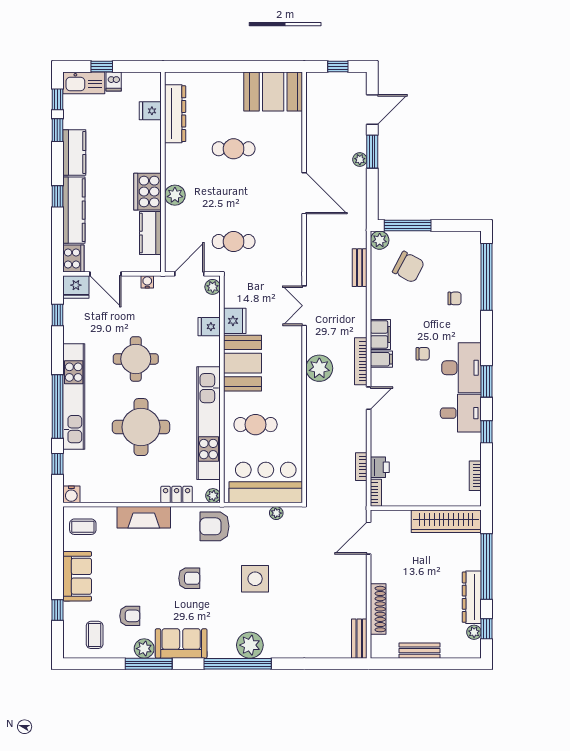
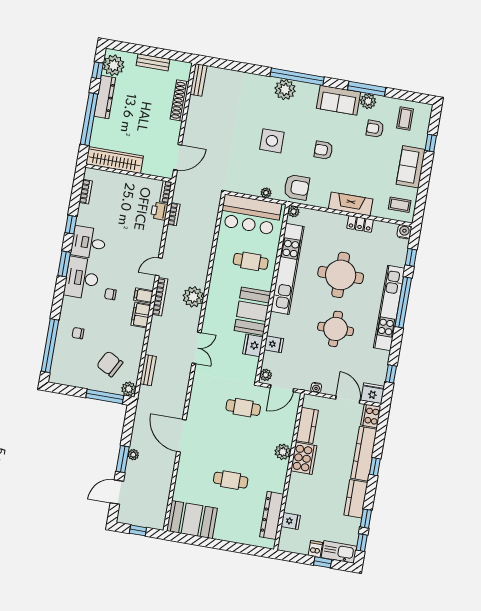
locker: (177, 494) -> (360, 224), moved
plant: (276, 513) -> (266, 193), moved
plant: (474, 632) -> (114, 65), width x1.87, depth x1.87

